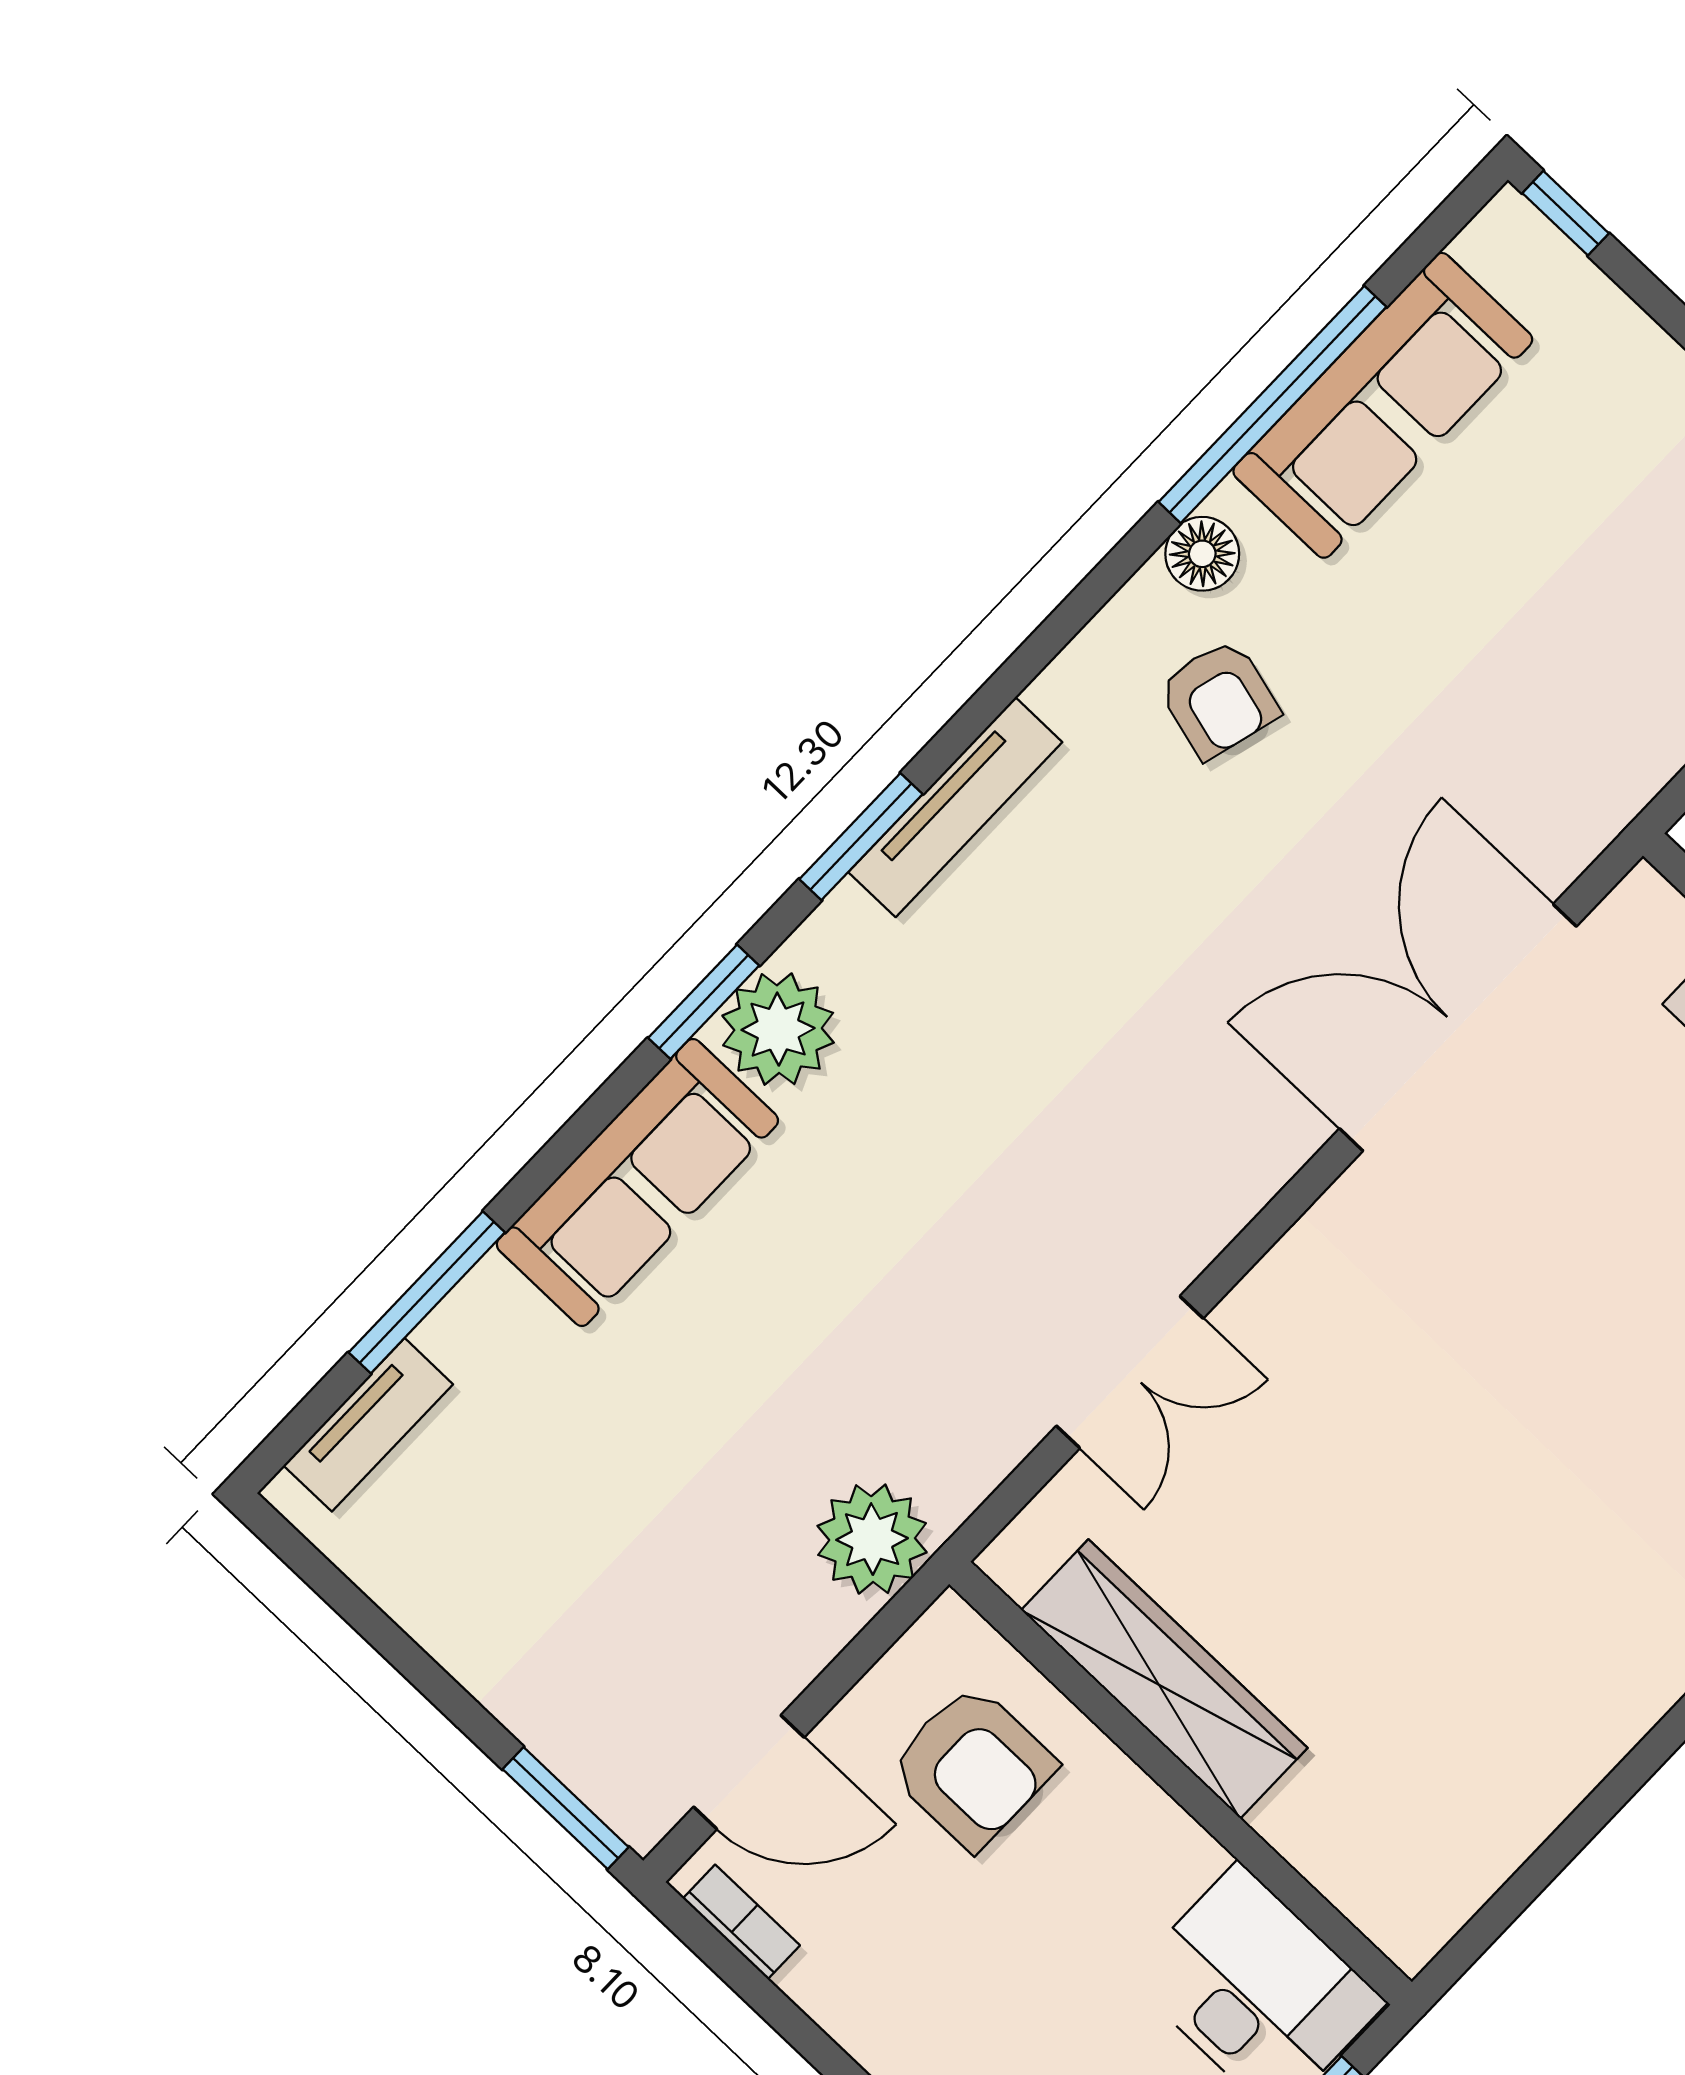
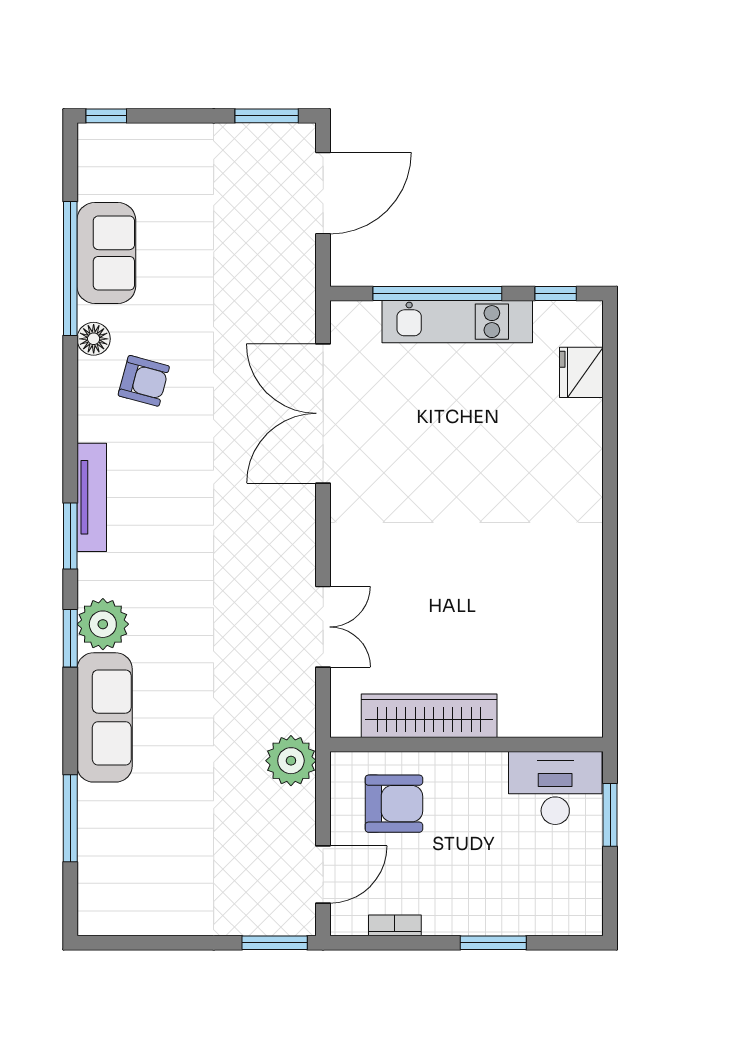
sofa: (1383, 405) -> (106, 253), width x0.73
tv unit: (368, 1425) -> (92, 879), removed
bookcase: (741, 1922) -> (395, 925), moved

